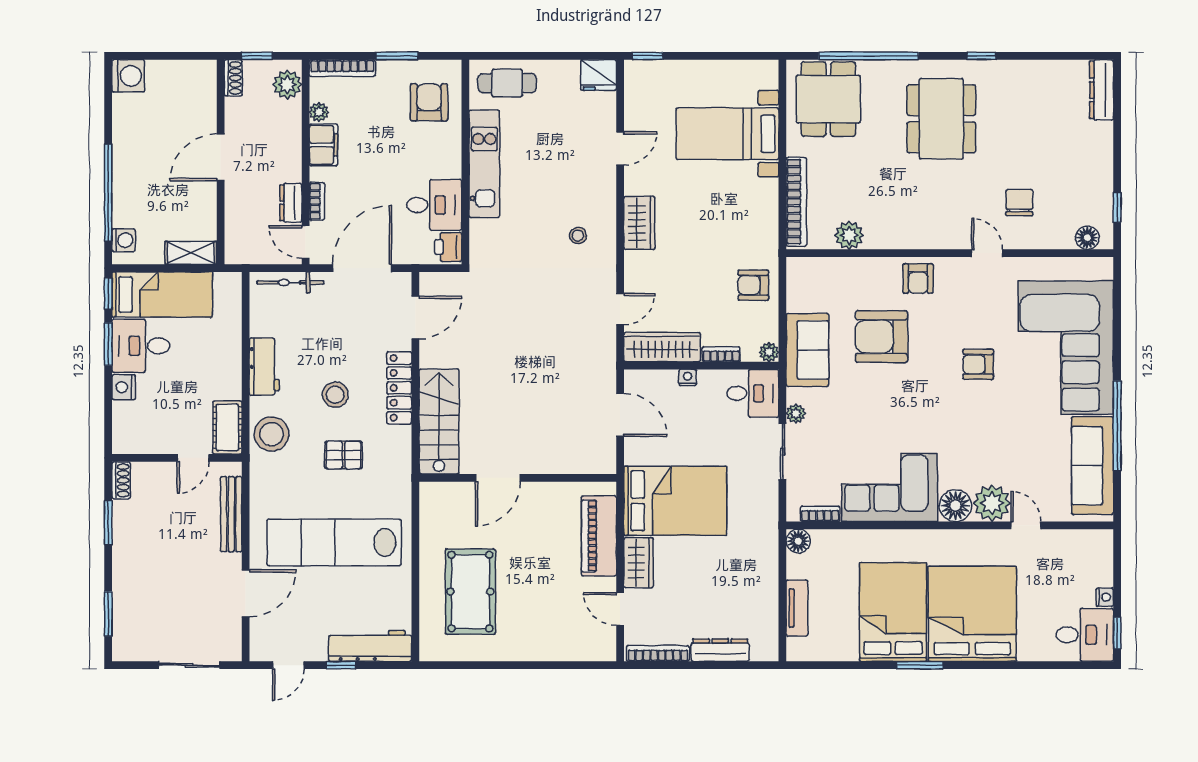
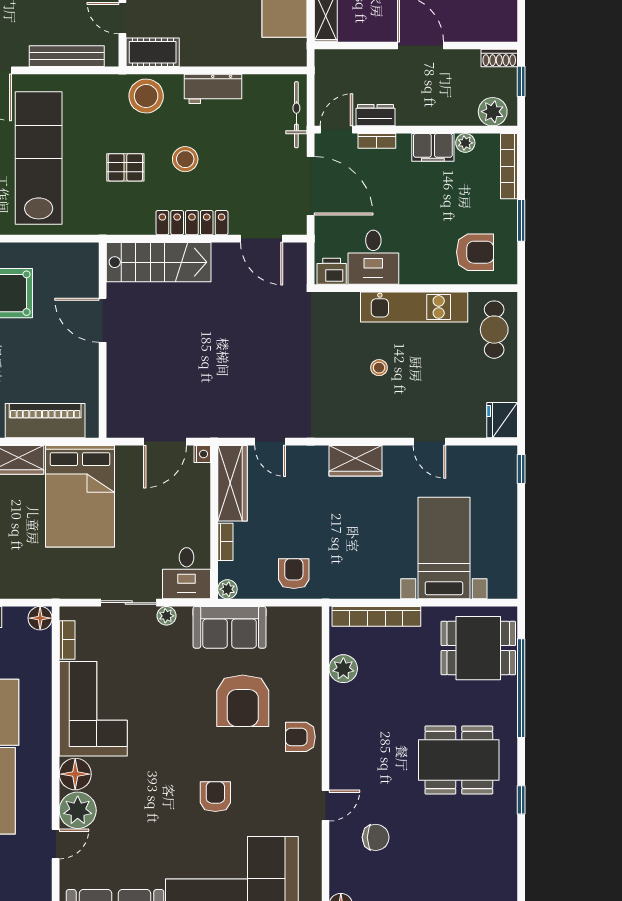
stool: (578, 235) -> (379, 368), moved
armchair: (881, 337) -> (243, 701), turned 180
nightstand: (688, 377) -> (202, 454), moved
pallet: (343, 455) -> (125, 167), turned 90

